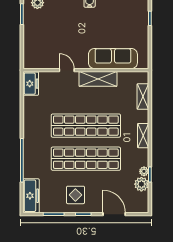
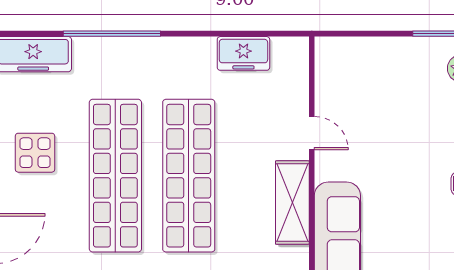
door: (67, 70) -> (312, 133), hinge flipped
freezer: (31, 84) -> (243, 53), moved

